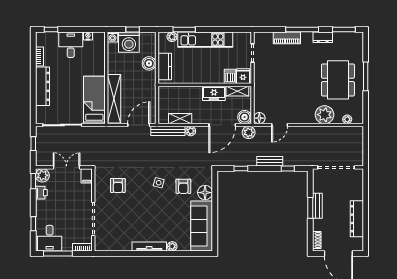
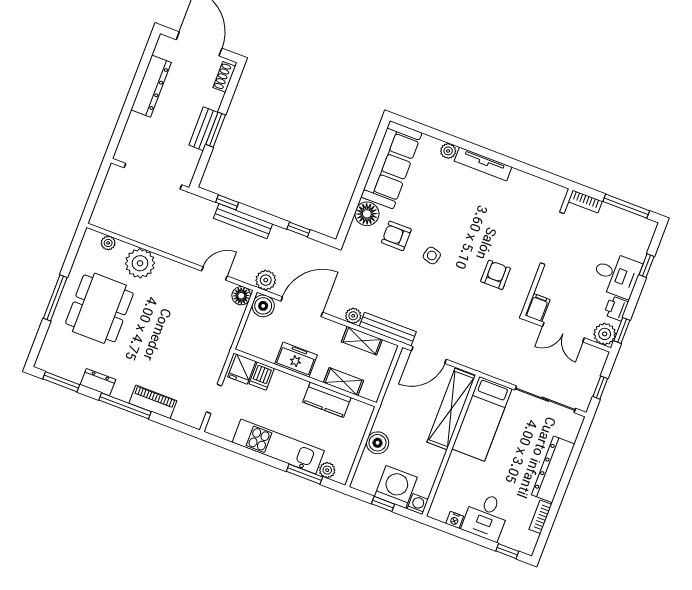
kitchen counter: (165, 67) -> (327, 400), moved, turned -90
shelving: (237, 91) -> (344, 382), moved
bench: (270, 161) -> (243, 221), width x1.36
armchair: (183, 186) -> (396, 236), turned -90
desk: (50, 238) -> (616, 275), moved, turned 90

